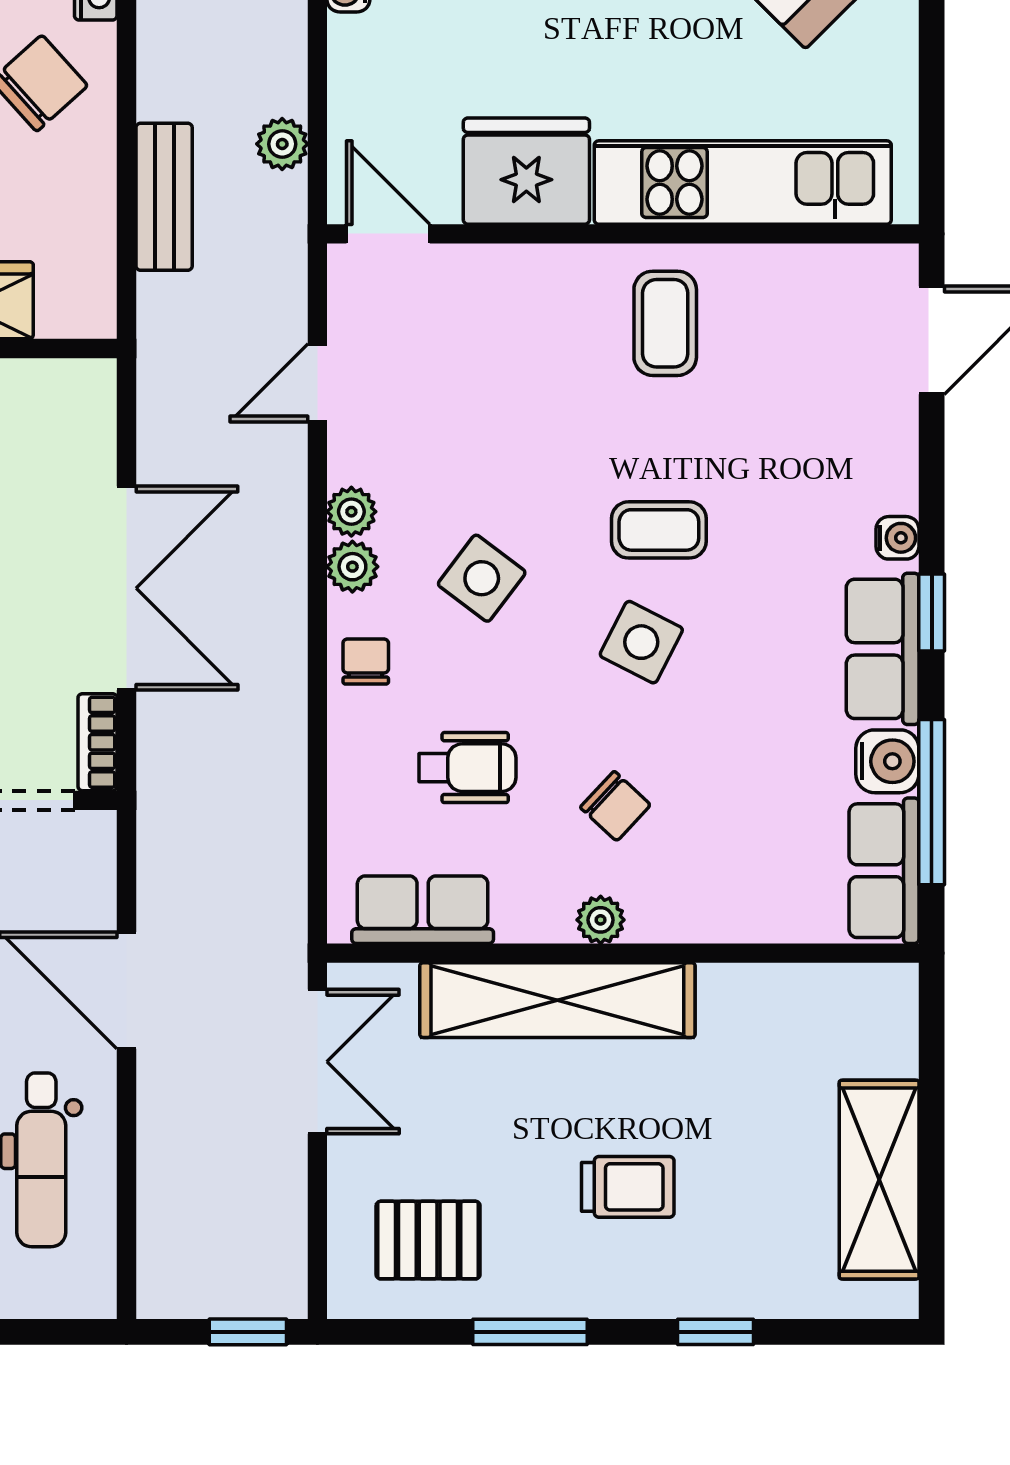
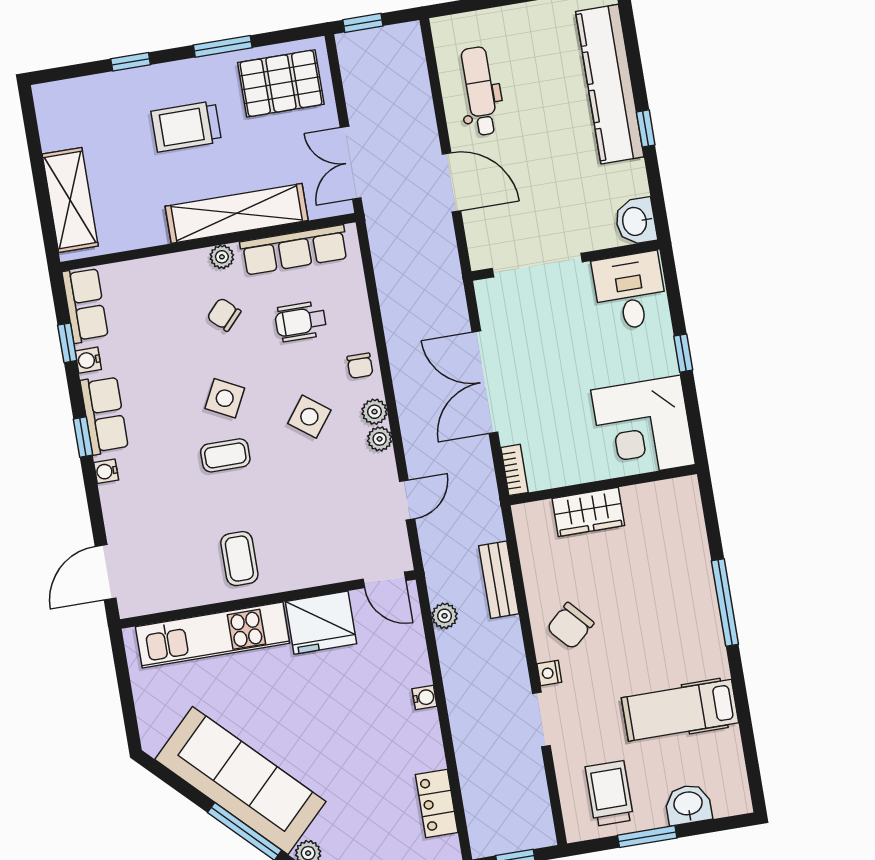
bookcase: (97, 742) -> (514, 470), moved
water cooler: (887, 761) -> (88, 360), width x0.72, depth x0.72
window: (932, 802) -> (67, 343), width x0.46
row of seats: (423, 910) -> (294, 250), width x1.48
shelving: (879, 1180) -> (70, 200), moved
trolley: (628, 1187) -> (186, 126), width x1.36, depth x1.39
pallet: (428, 1240) -> (281, 83), width x1.50, depth x1.42

